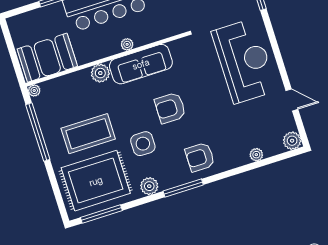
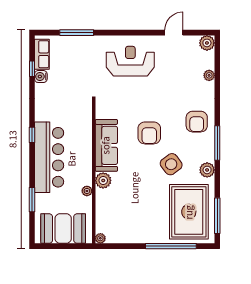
plant: (127, 44) -> (87, 191), moved
booth: (47, 58) -> (63, 229), moved, turned 90
reception desk: (244, 61) -> (130, 61), width x0.74, depth x0.77
window: (38, 132) -> (171, 246), moved
coffee table: (88, 134) -> (149, 206), removed
side table: (143, 144) -> (171, 164), turned -37

